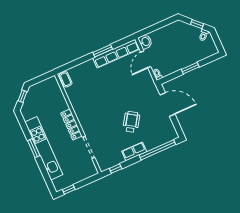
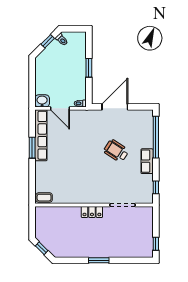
locker: (71, 125) -> (92, 212), width x0.66
kitchen unit: (44, 148) -> (103, 250), removed

